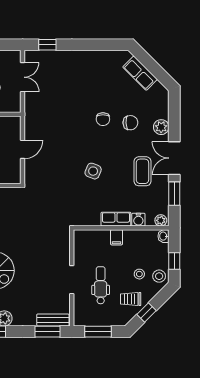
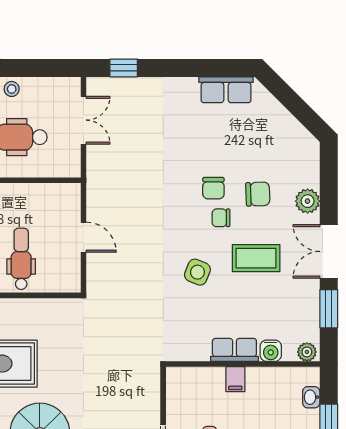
row of seats: (140, 73) -> (226, 90), moved, turned -45
chair: (108, 137) -> (221, 218), added
door: (23, 149) -> (83, 237), hinge flipped
coffee table: (142, 171) -> (256, 258), moved, turned 90
washbasin: (163, 236) -> (311, 397), moved

